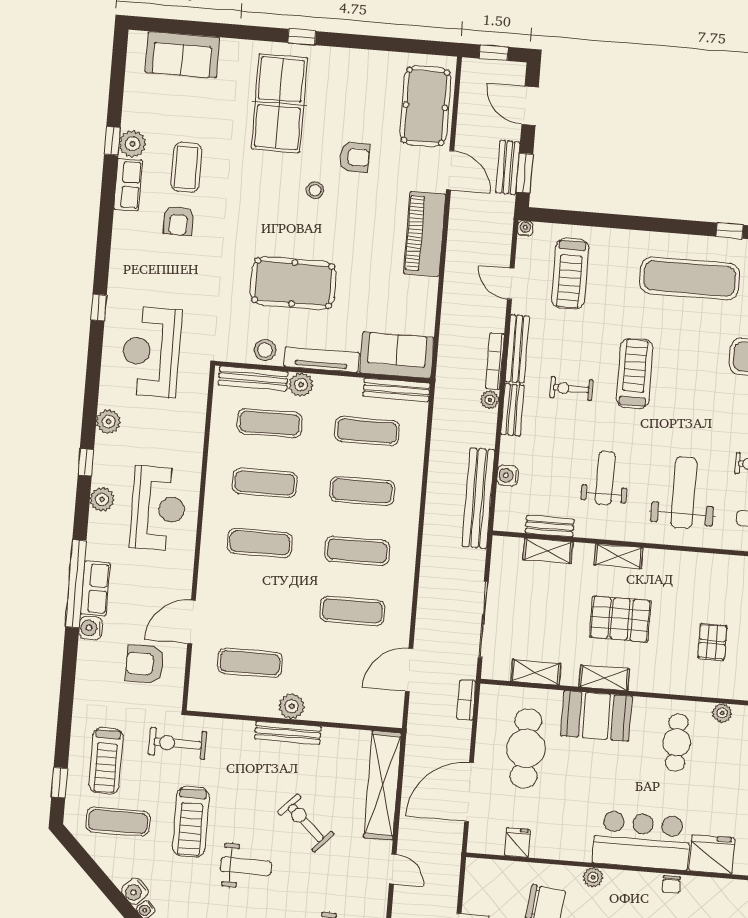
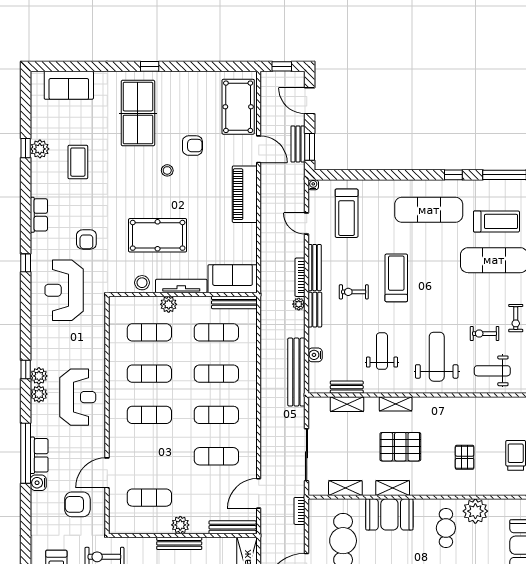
row of seats: (128, 185) -> (39, 215), moved
armchair: (178, 221) -> (86, 239), moved
bench: (253, 378) -> (233, 527), moved
plant: (108, 422) -> (39, 376), moved
plant: (722, 713) -> (475, 511), width x1.88, depth x1.88

